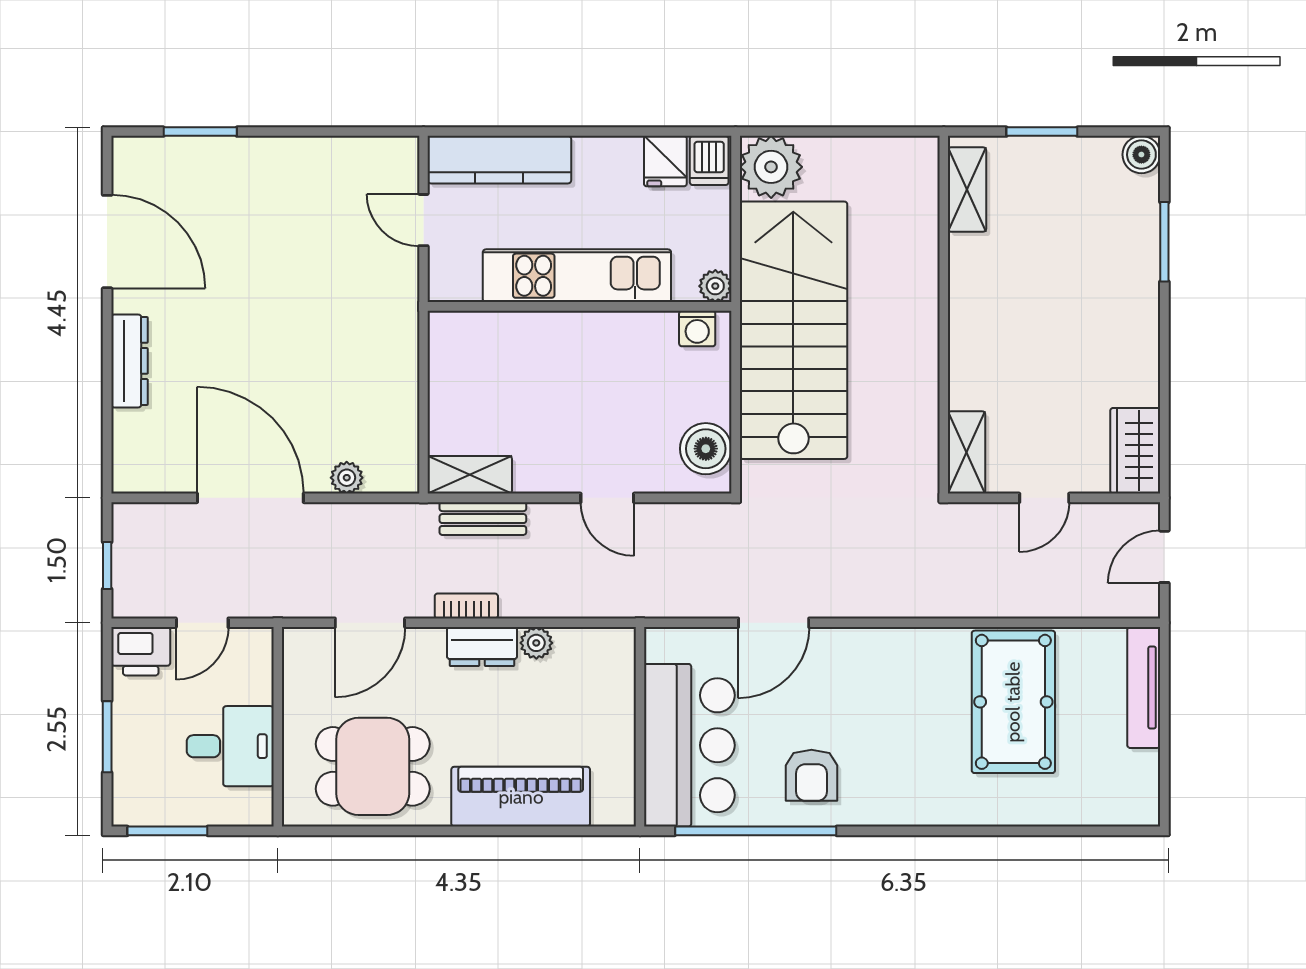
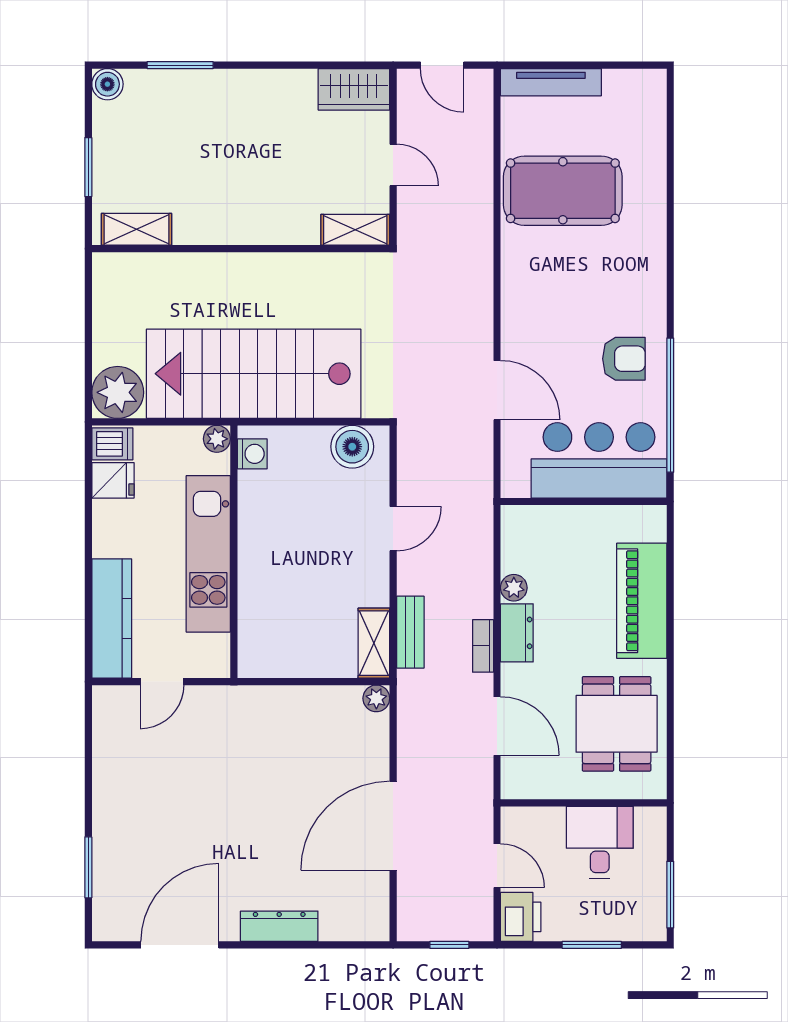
plant: (347, 478) -> (376, 698), moved

